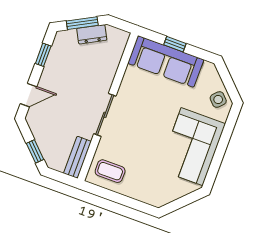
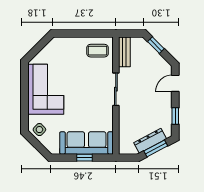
dresser: (92, 34) -> (150, 141), width x1.44

